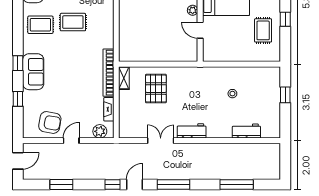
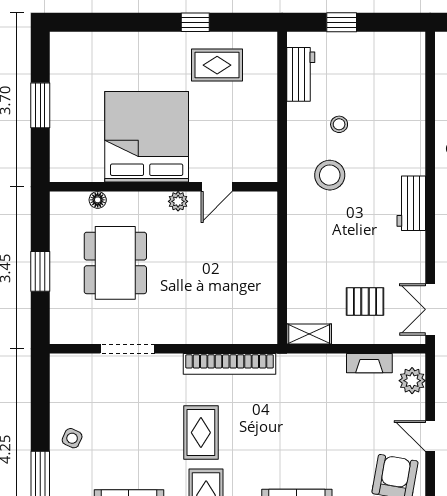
bookcase: (108, 73) -> (230, 364), moved
pallet: (156, 89) -> (365, 301), moved, width x0.67, depth x0.71
stool: (206, 89) -> (330, 175), added
workbench: (246, 131) -> (301, 74), moved, turned 180
double door: (161, 141) -> (430, 309), moved

